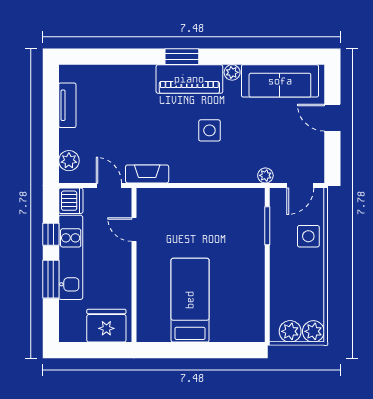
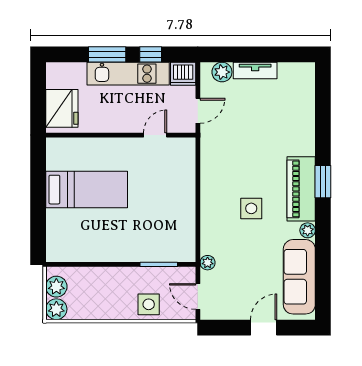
tv unit: (67, 105) -> (255, 70), moved
fireplace: (147, 174) -> (209, 148), removed

